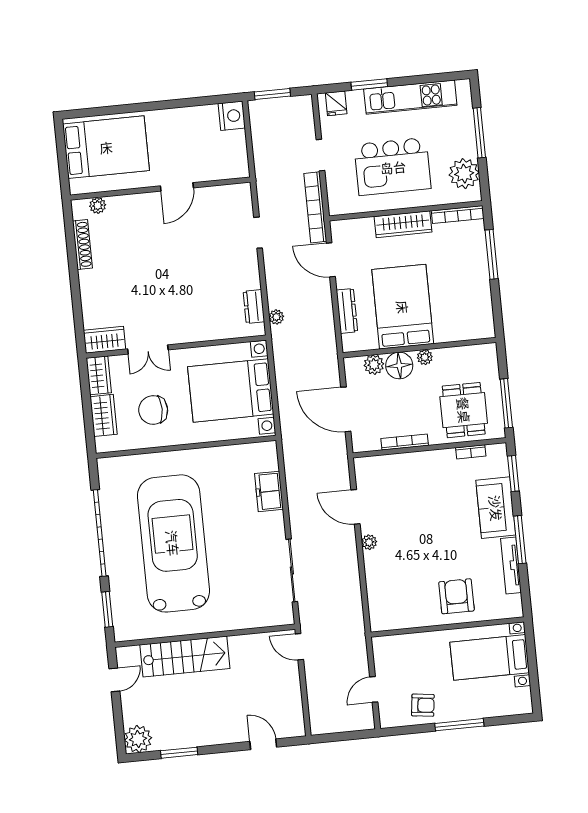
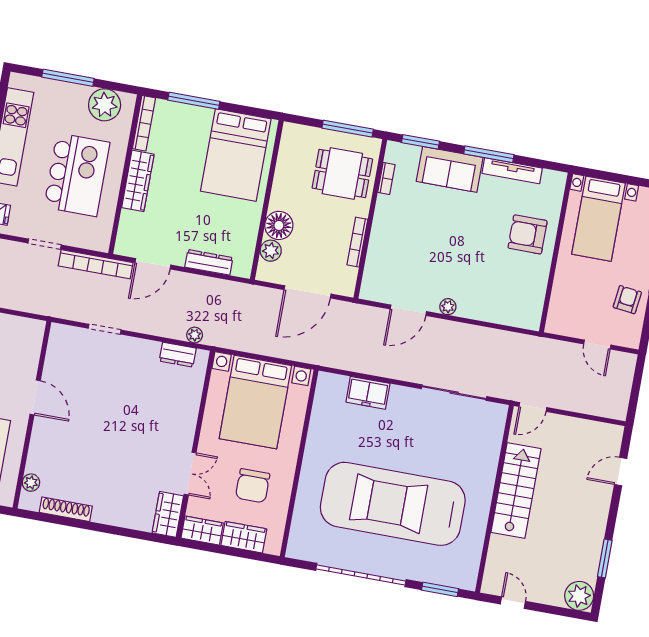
bed: (403, 307) -> (236, 155), moved, turned -90
plant: (425, 357) -> (278, 197), removed
stairs: (185, 657) -> (516, 491), moved

